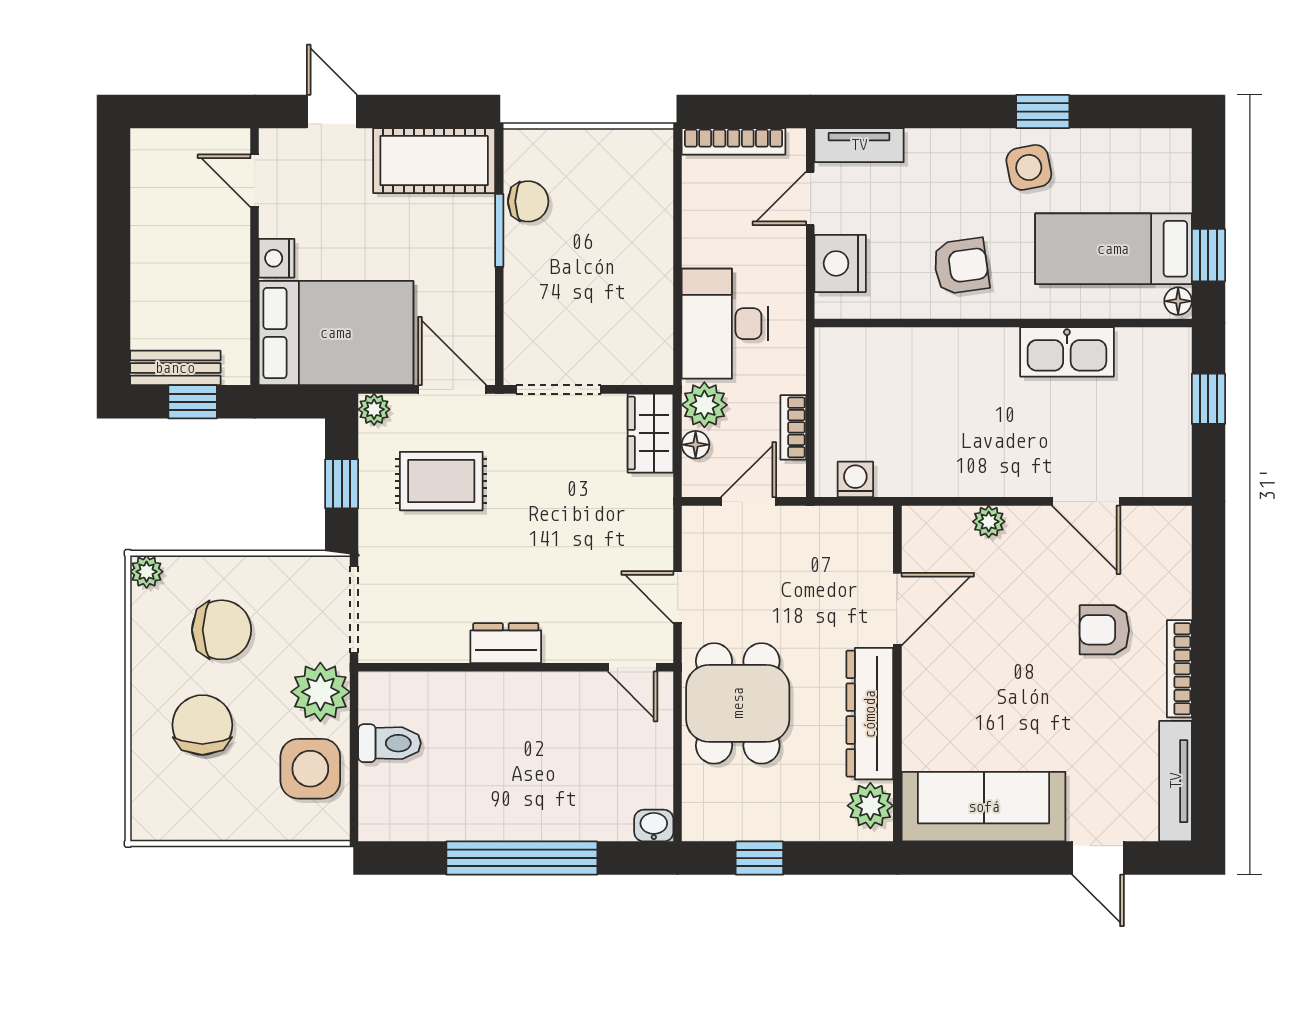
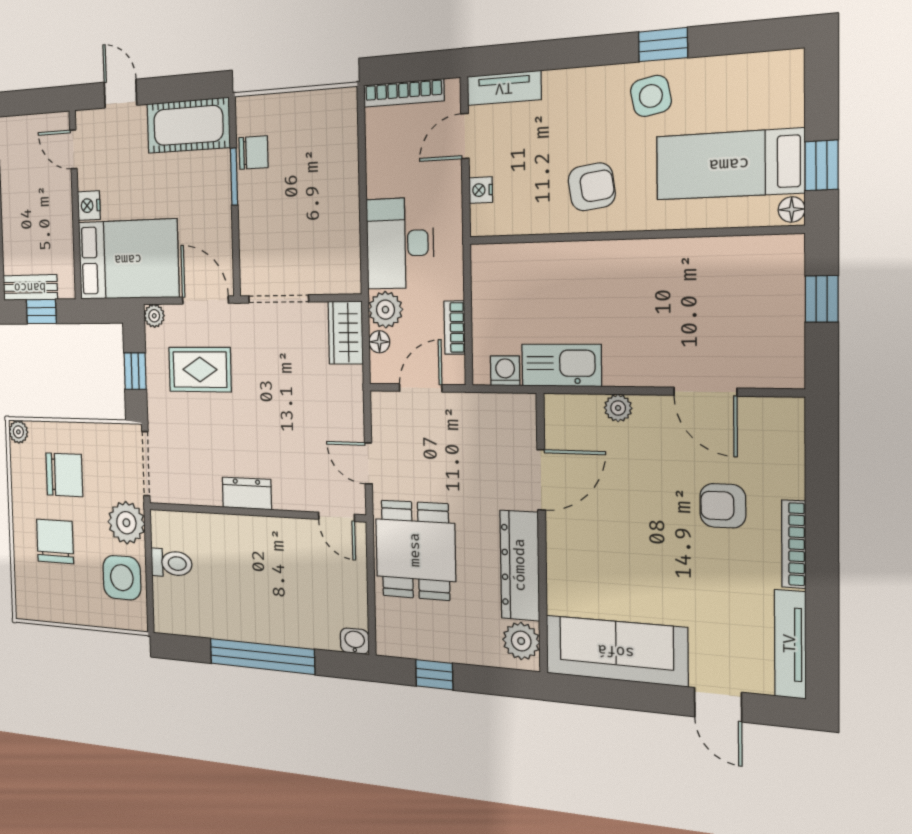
nightstand: (840, 263) -> (481, 190), width x0.53, depth x0.56
kitchen sink: (1067, 352) -> (561, 365), moved, turned 180

